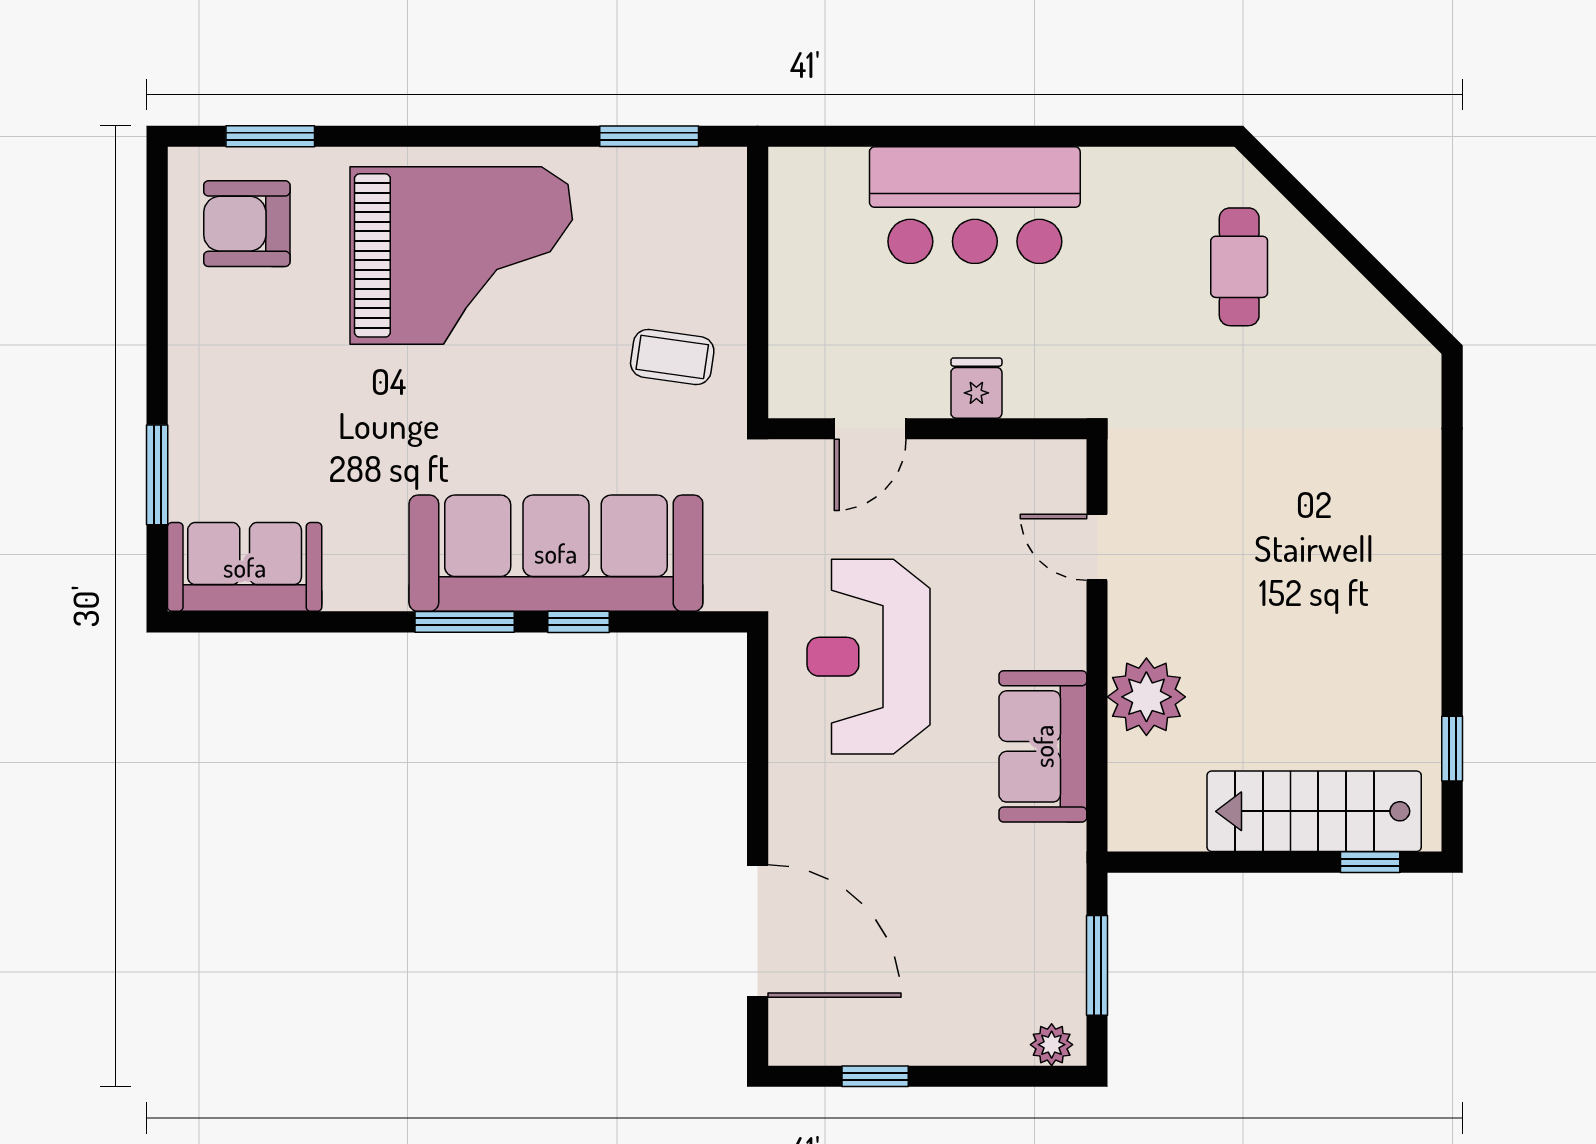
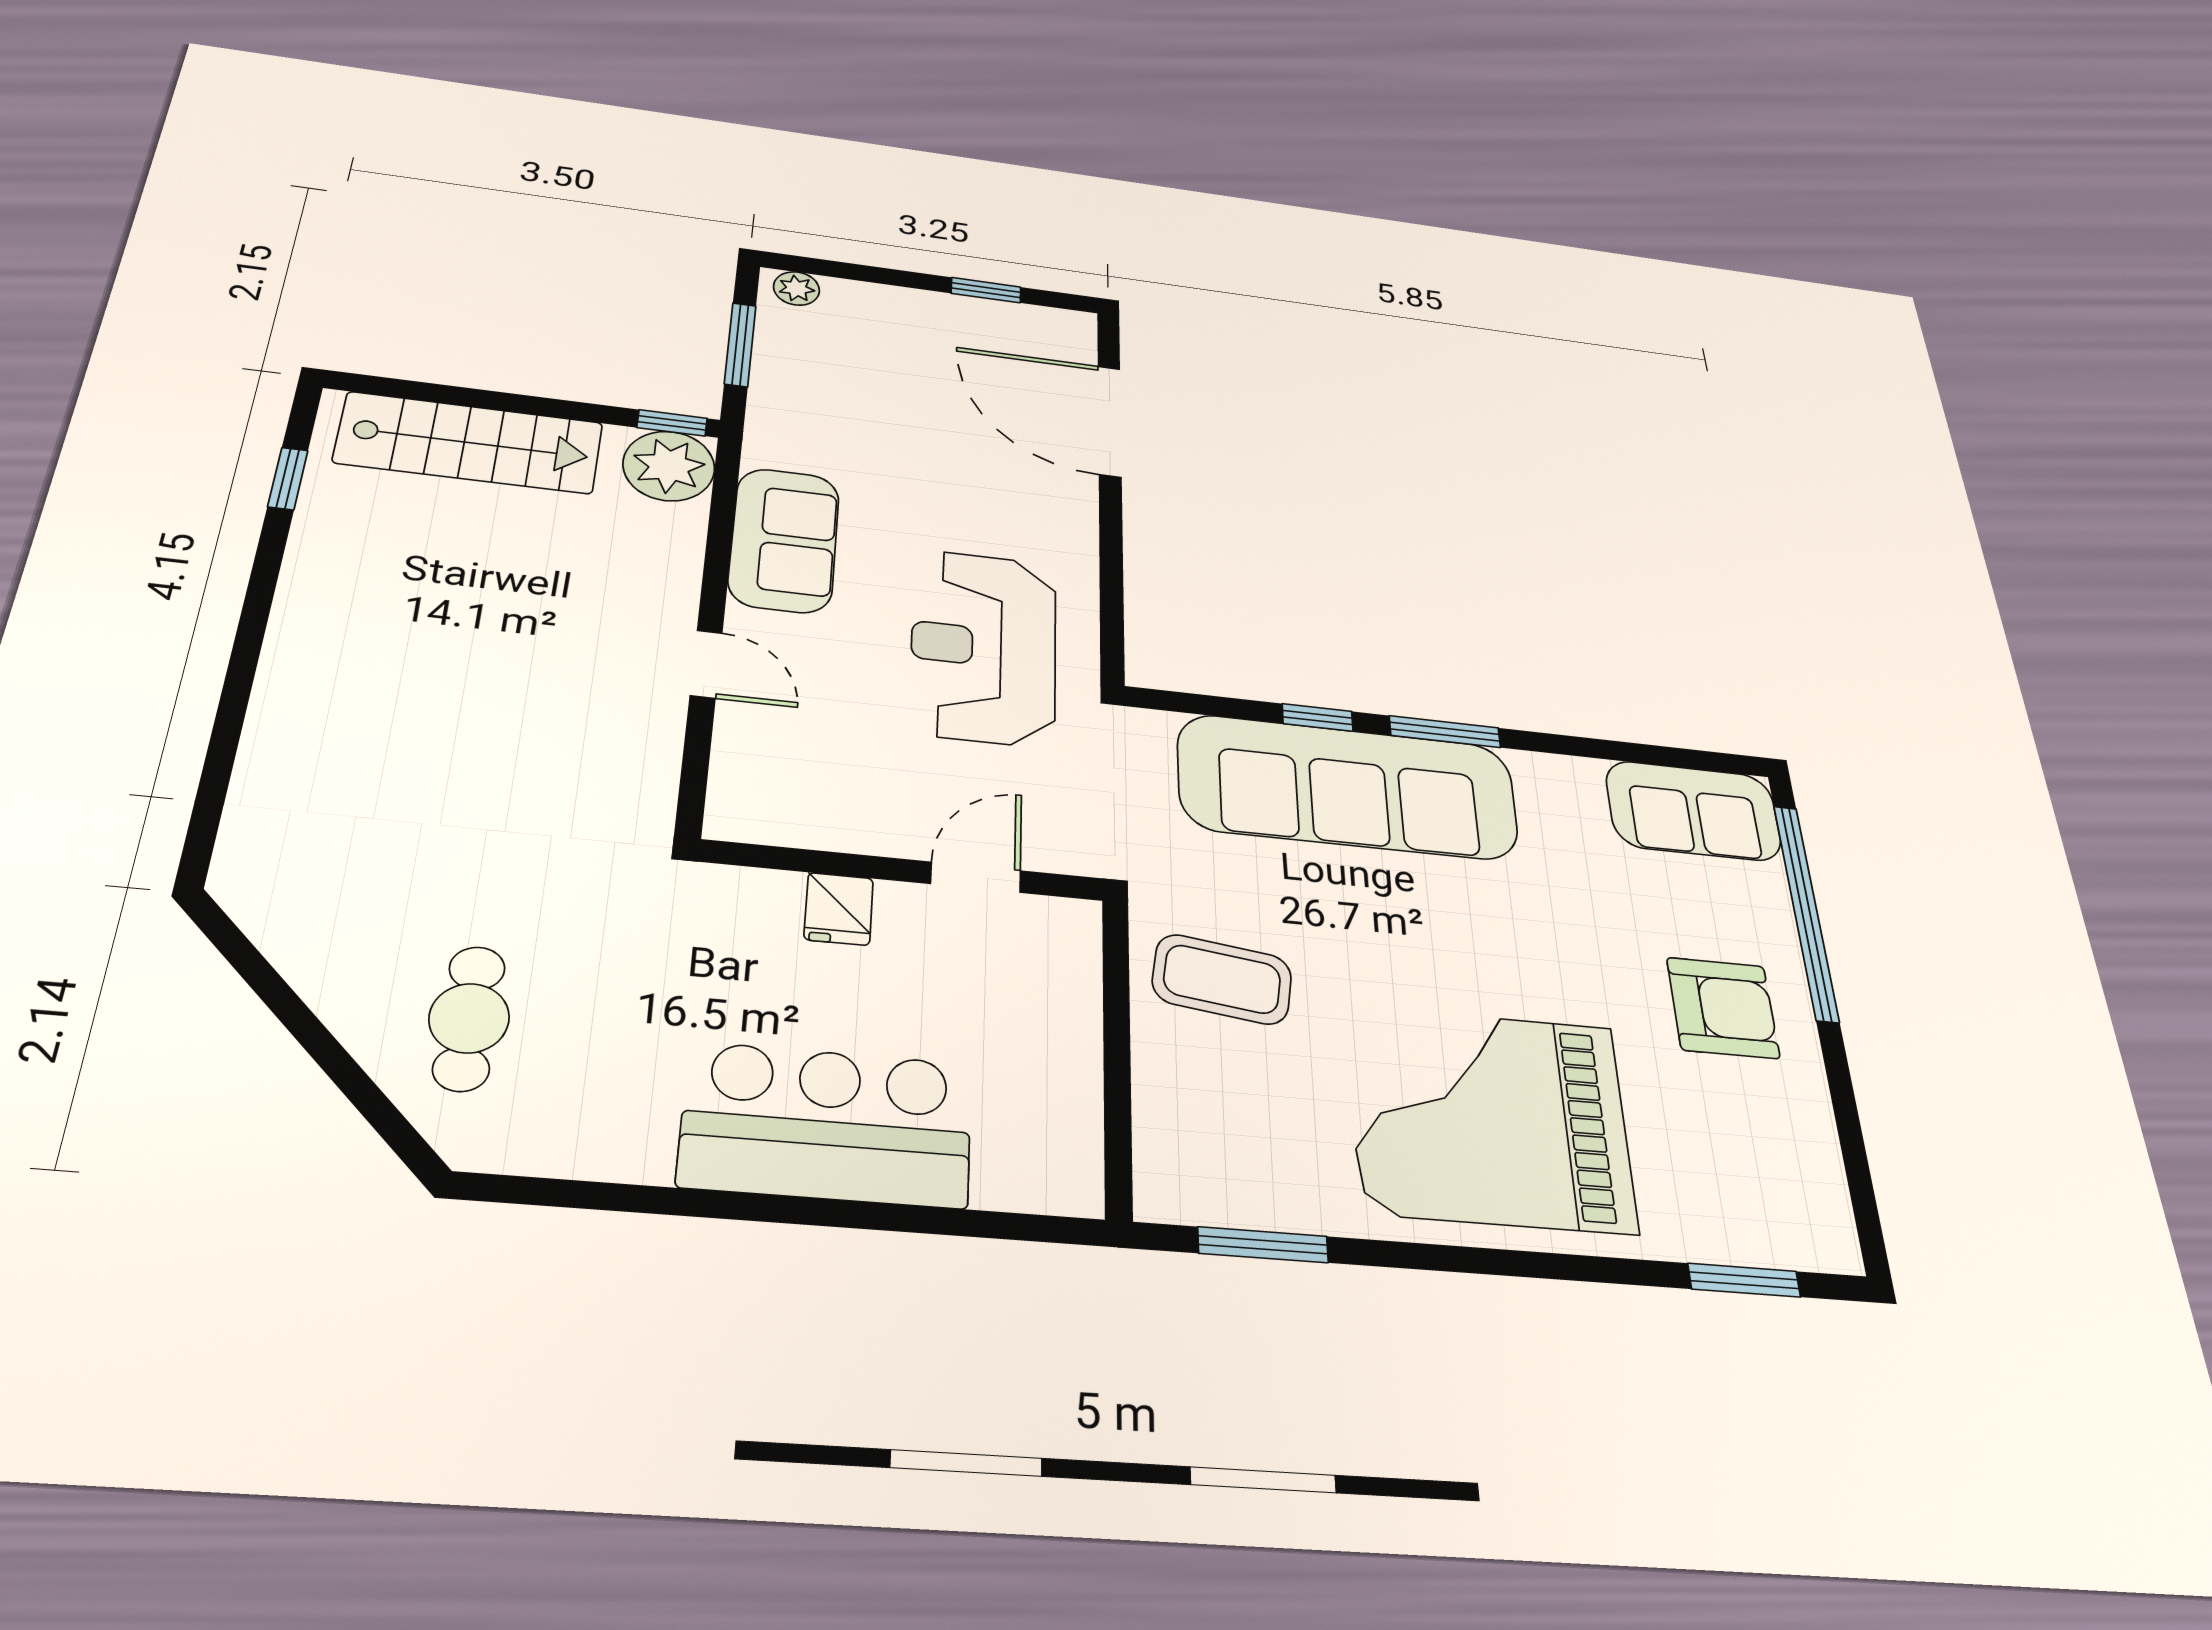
armchair: (247, 224) -> (1723, 1008), moved
coffee table: (672, 357) -> (1222, 979), width x1.36, depth x1.30
window: (157, 475) -> (1806, 912), width x2.11
door: (1097, 547) -> (706, 664), moved
reception desk: (868, 657) -> (984, 647), turned 180
plant: (1146, 697) -> (669, 466), moved
window: (1370, 862) -> (672, 423), moved

